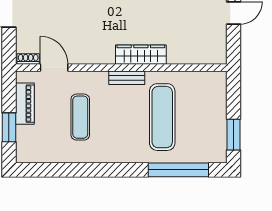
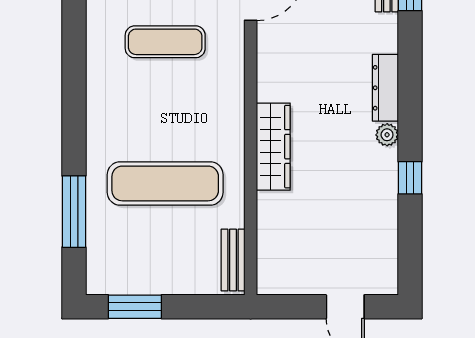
bench: (127, 78) -> (233, 260), moved
window: (178, 170) -> (74, 212), width x0.68

